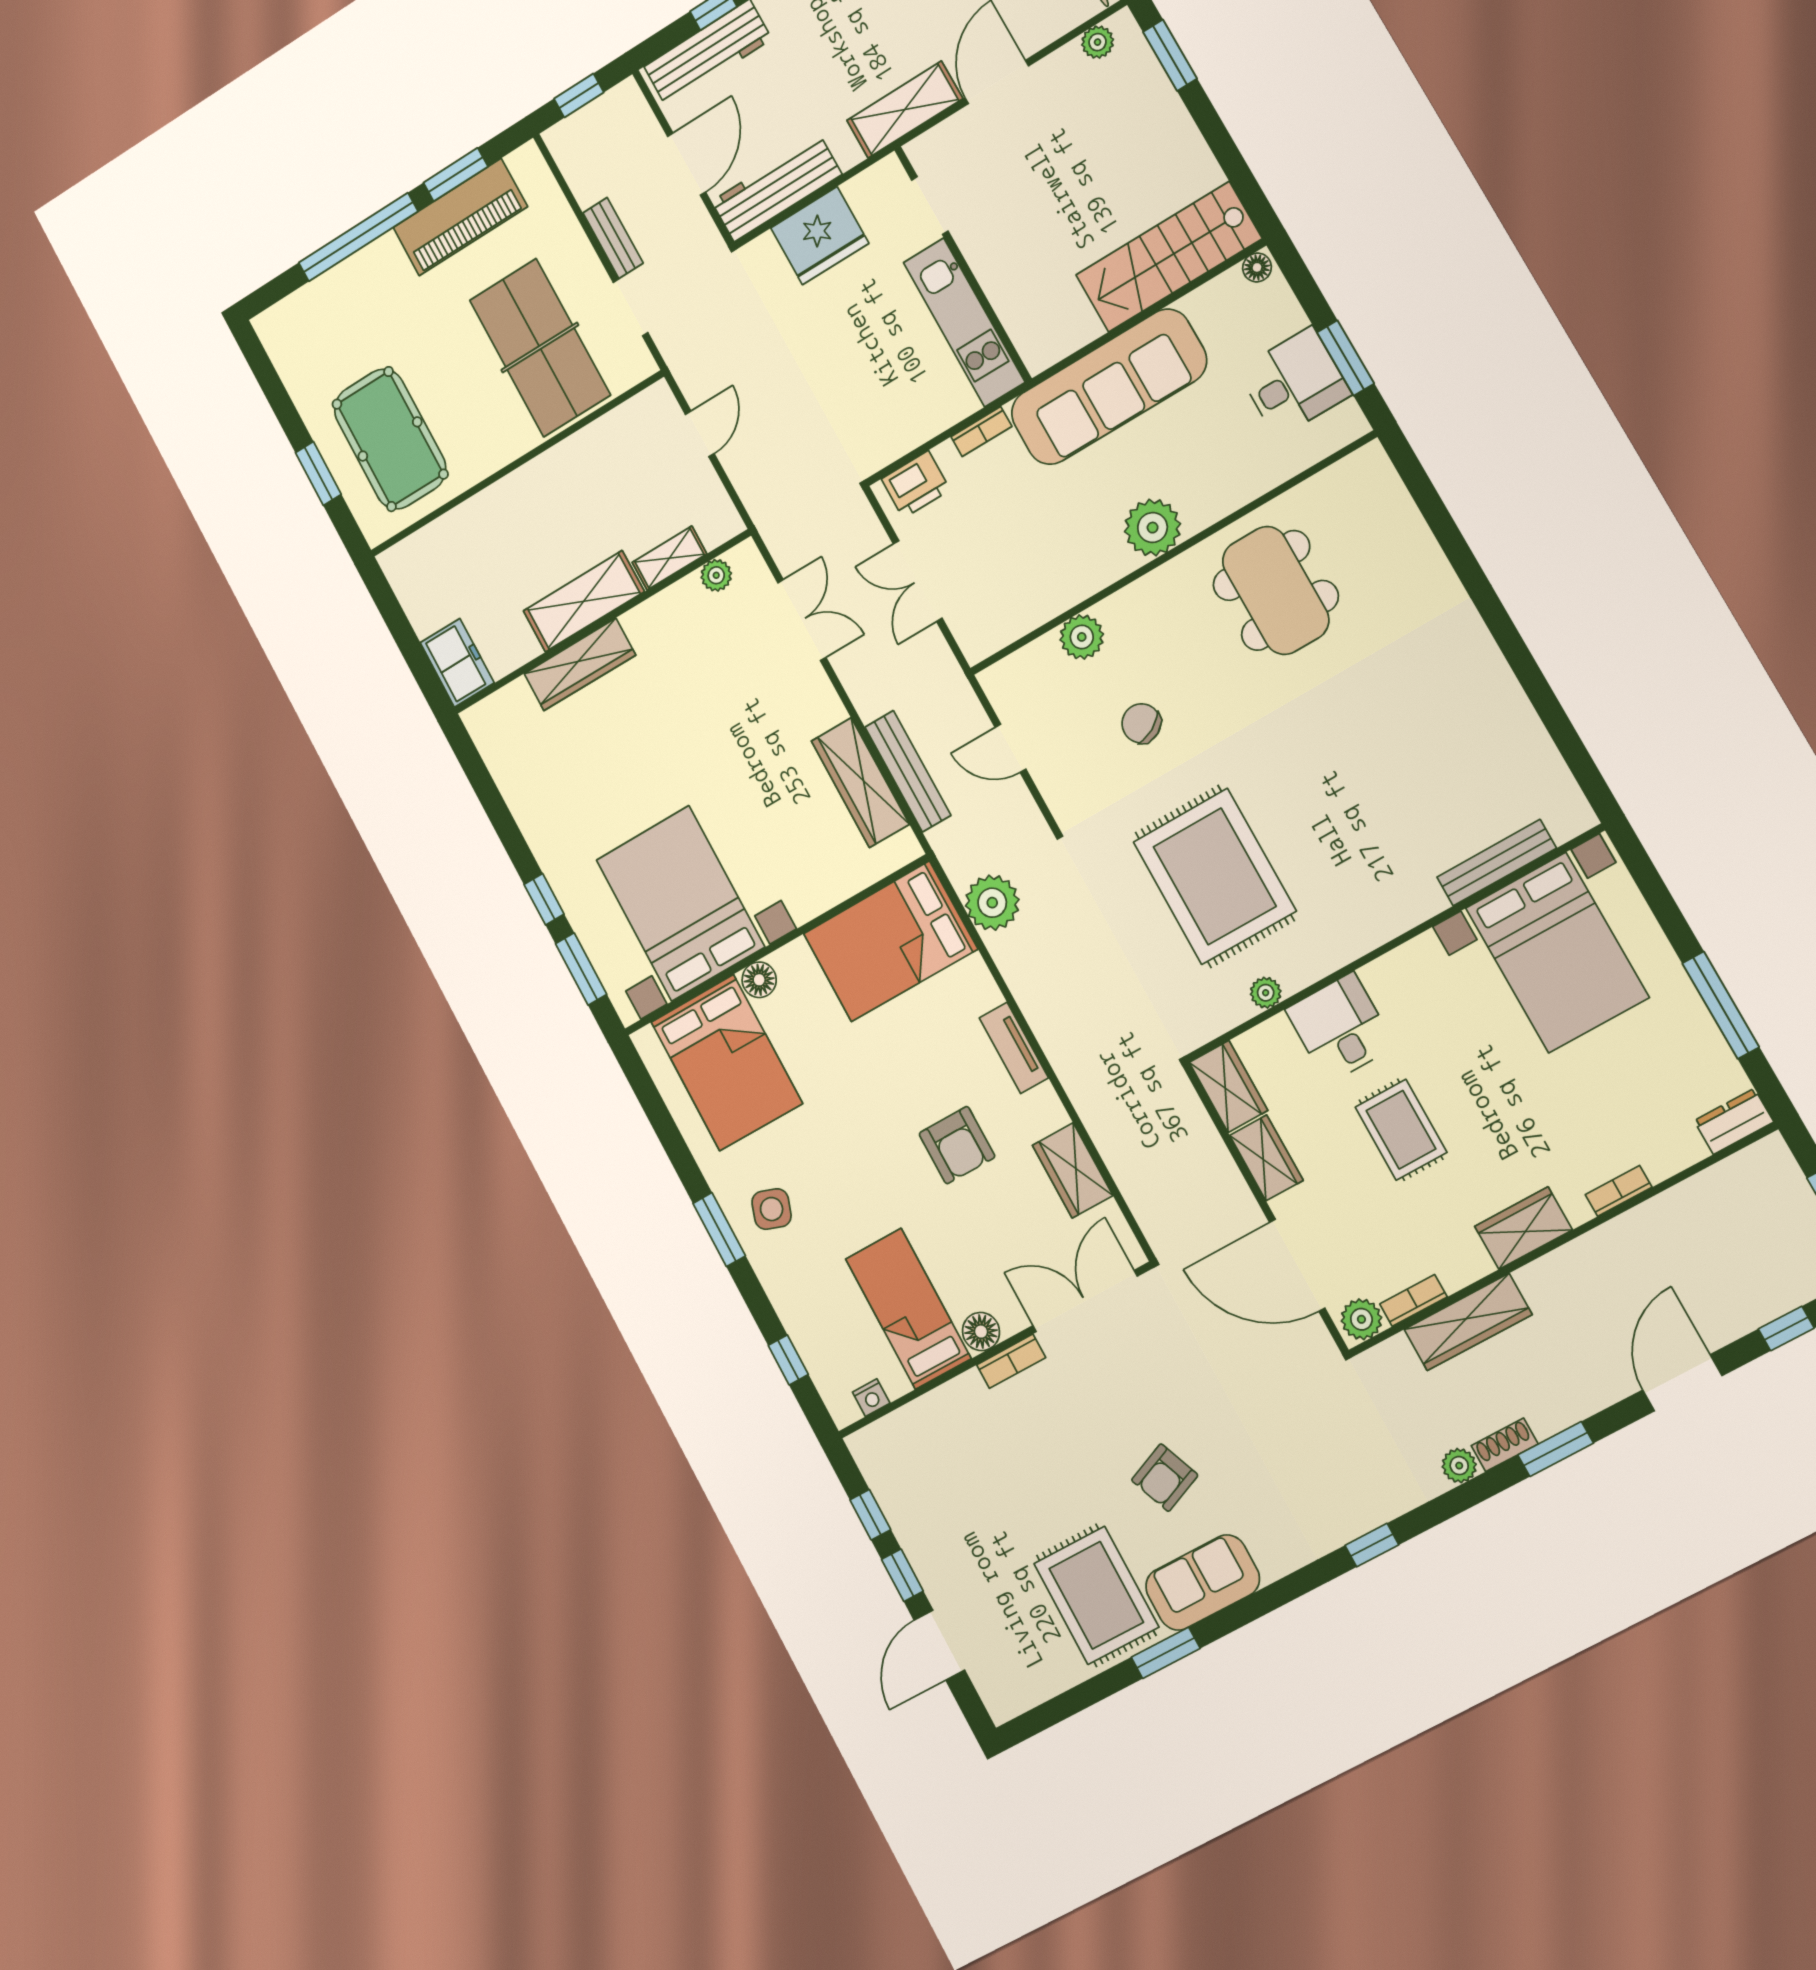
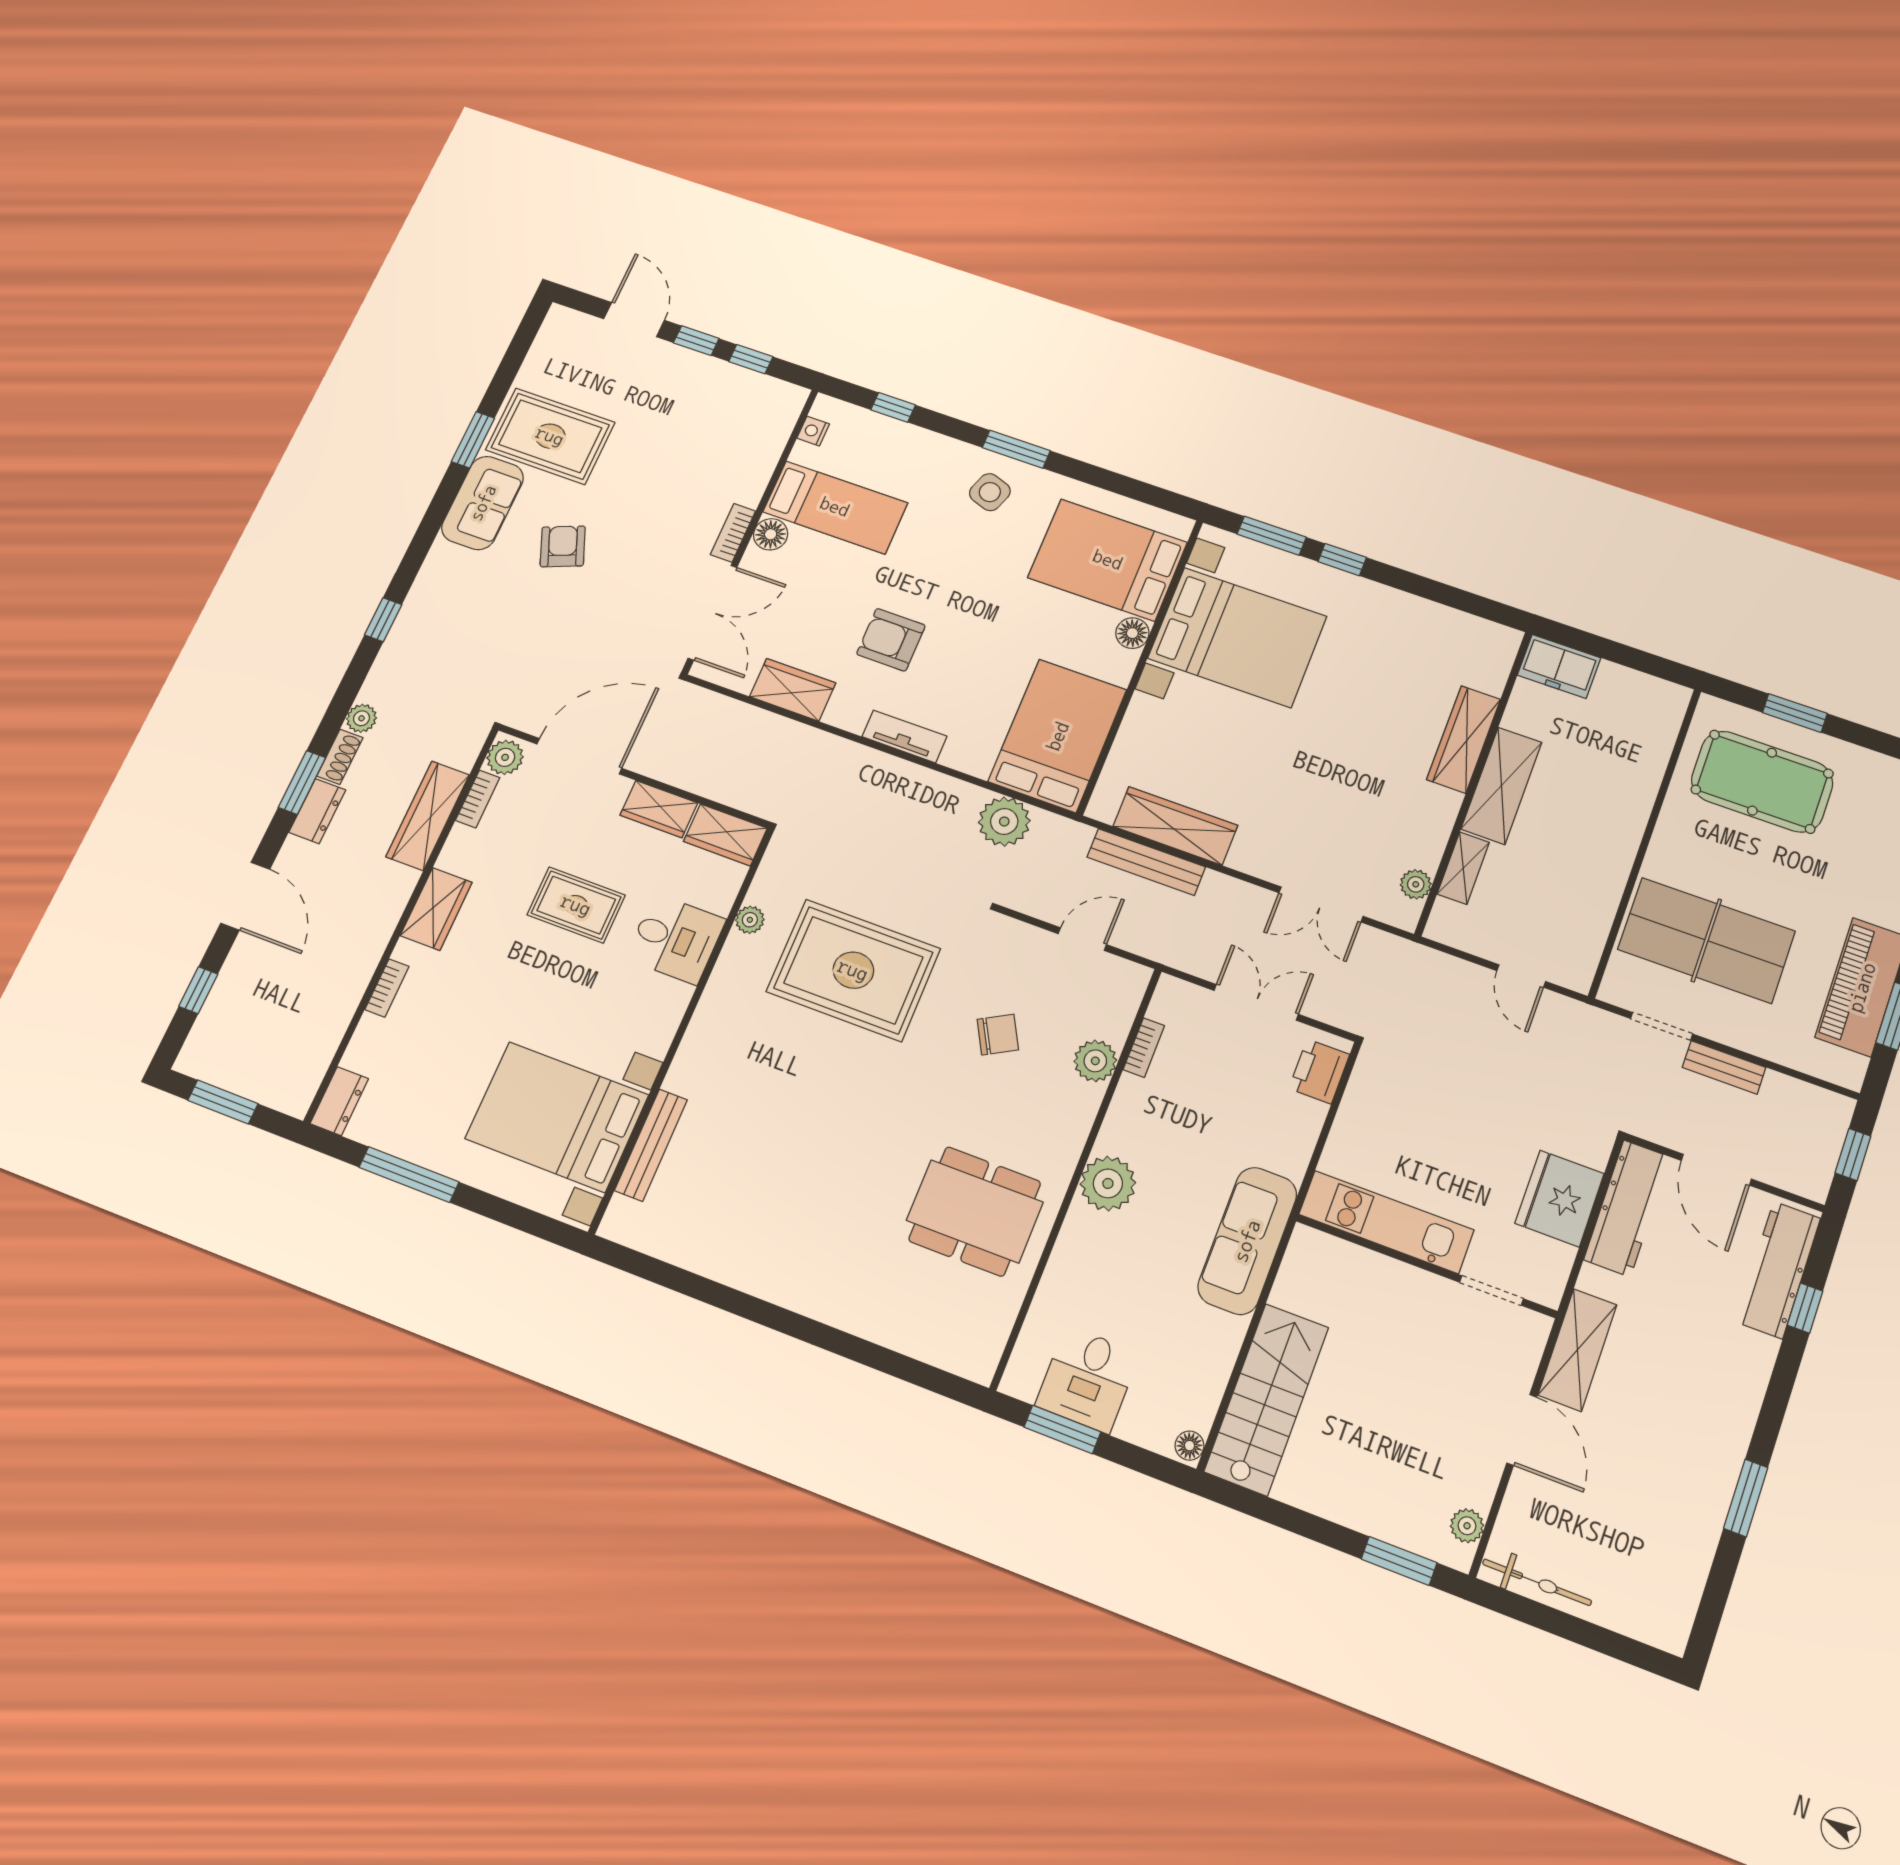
sofa: (1109, 387) -> (1247, 1241), width x0.74, depth x0.79
bookcase: (981, 432) -> (1144, 1048), moved, turned 180
dresser: (1561, 1410) -> (317, 811), added

